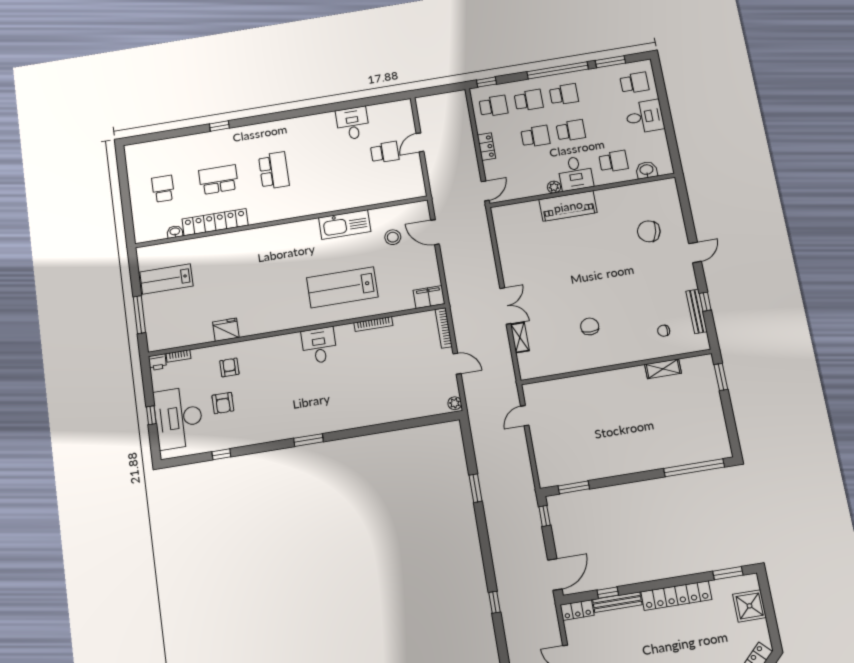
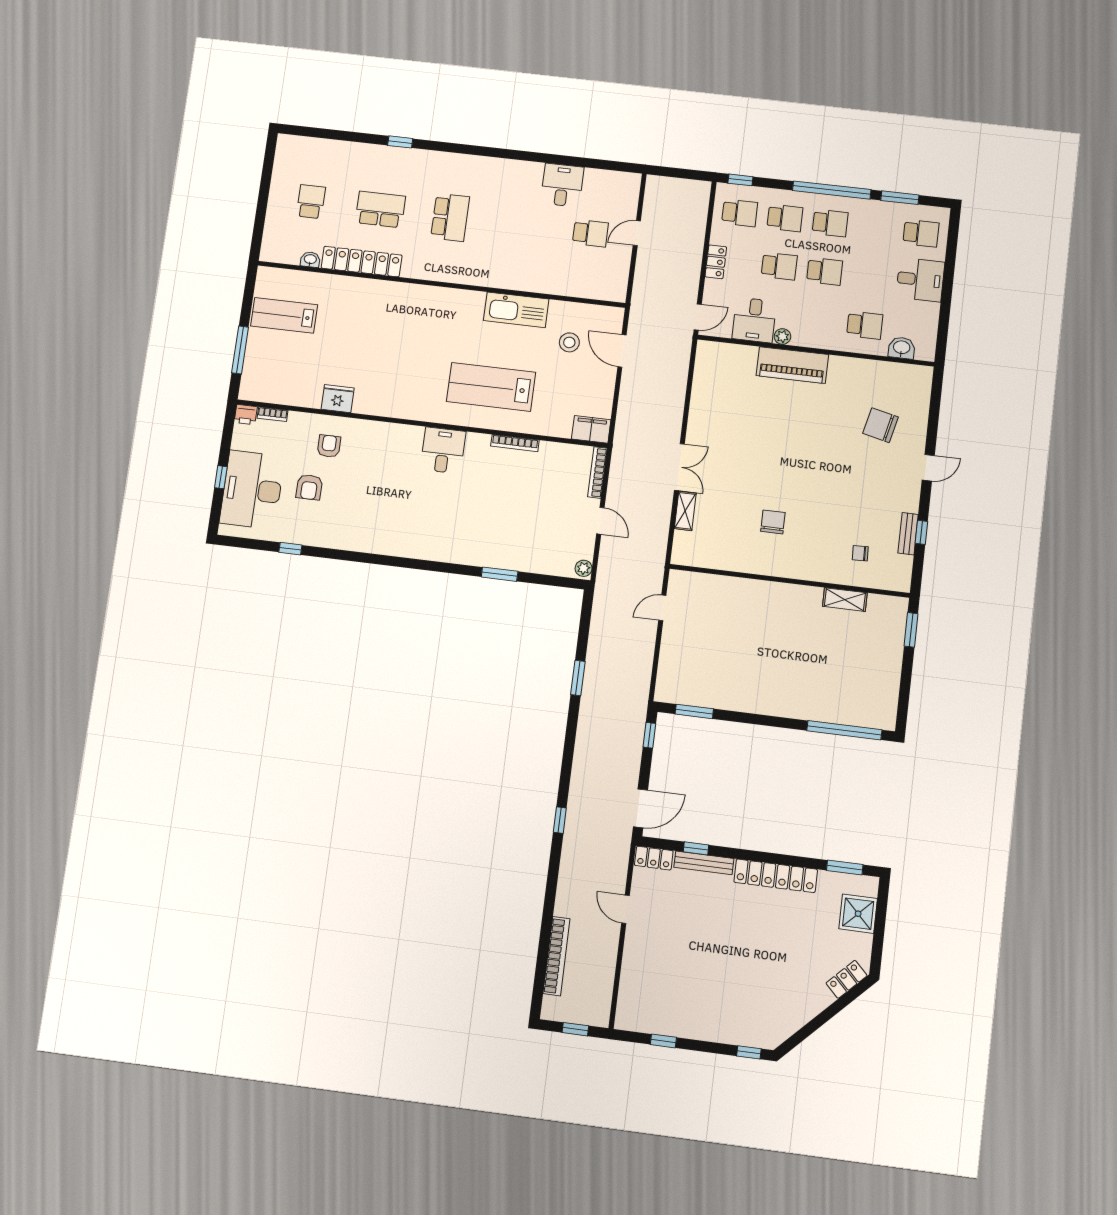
desk: (575, 173) -> (754, 320), moved
bench: (697, 311) -> (908, 534), width x0.73
window: (309, 440) -> (500, 574), moved

